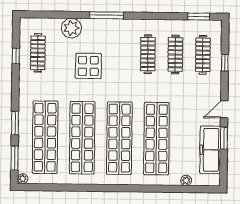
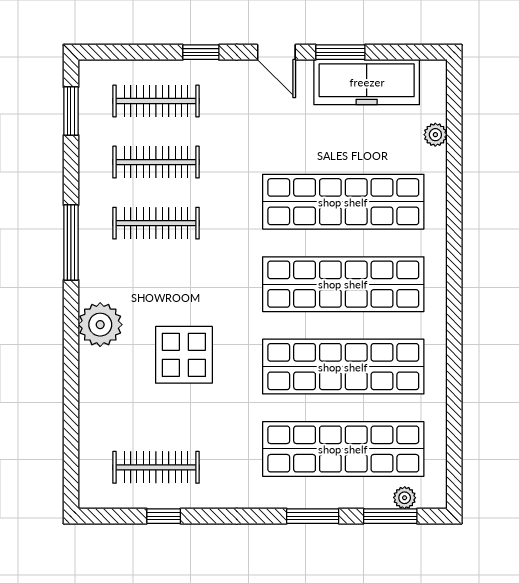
window: (107, 15) -> (71, 242), moved
plant: (71, 28) -> (100, 325), moved
window: (225, 63) -> (201, 52), moved
plant: (23, 179) -> (405, 498), moved

